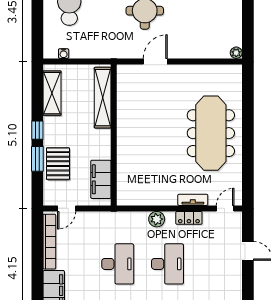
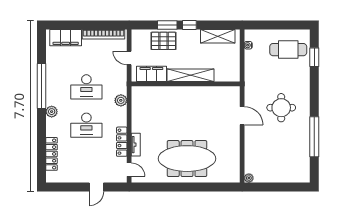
shelving: (103, 98) -> (191, 75), moved
door: (67, 208) -> (129, 58), moved
locker: (189, 218) -> (122, 142), width x1.53
plant: (157, 219) -> (121, 100), moved

